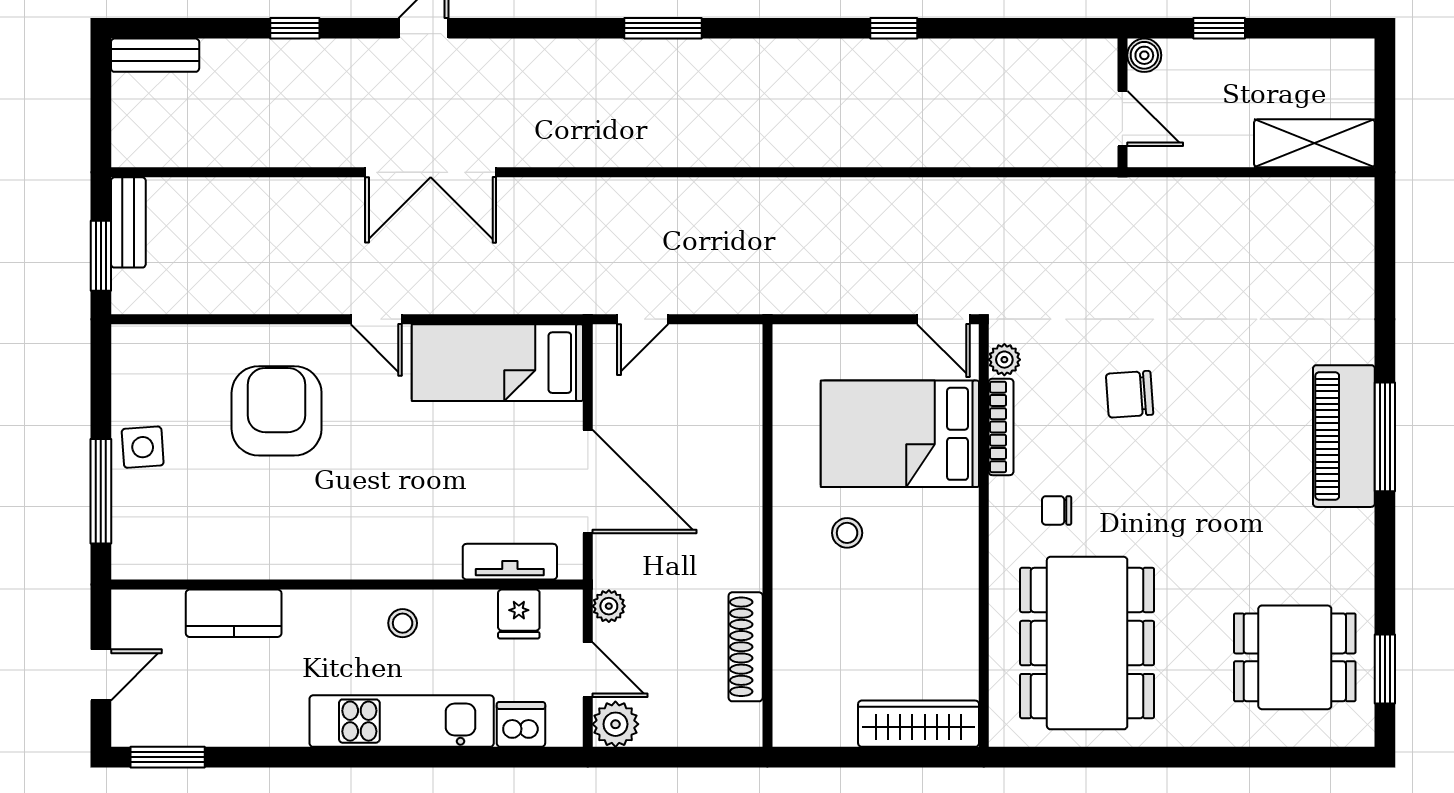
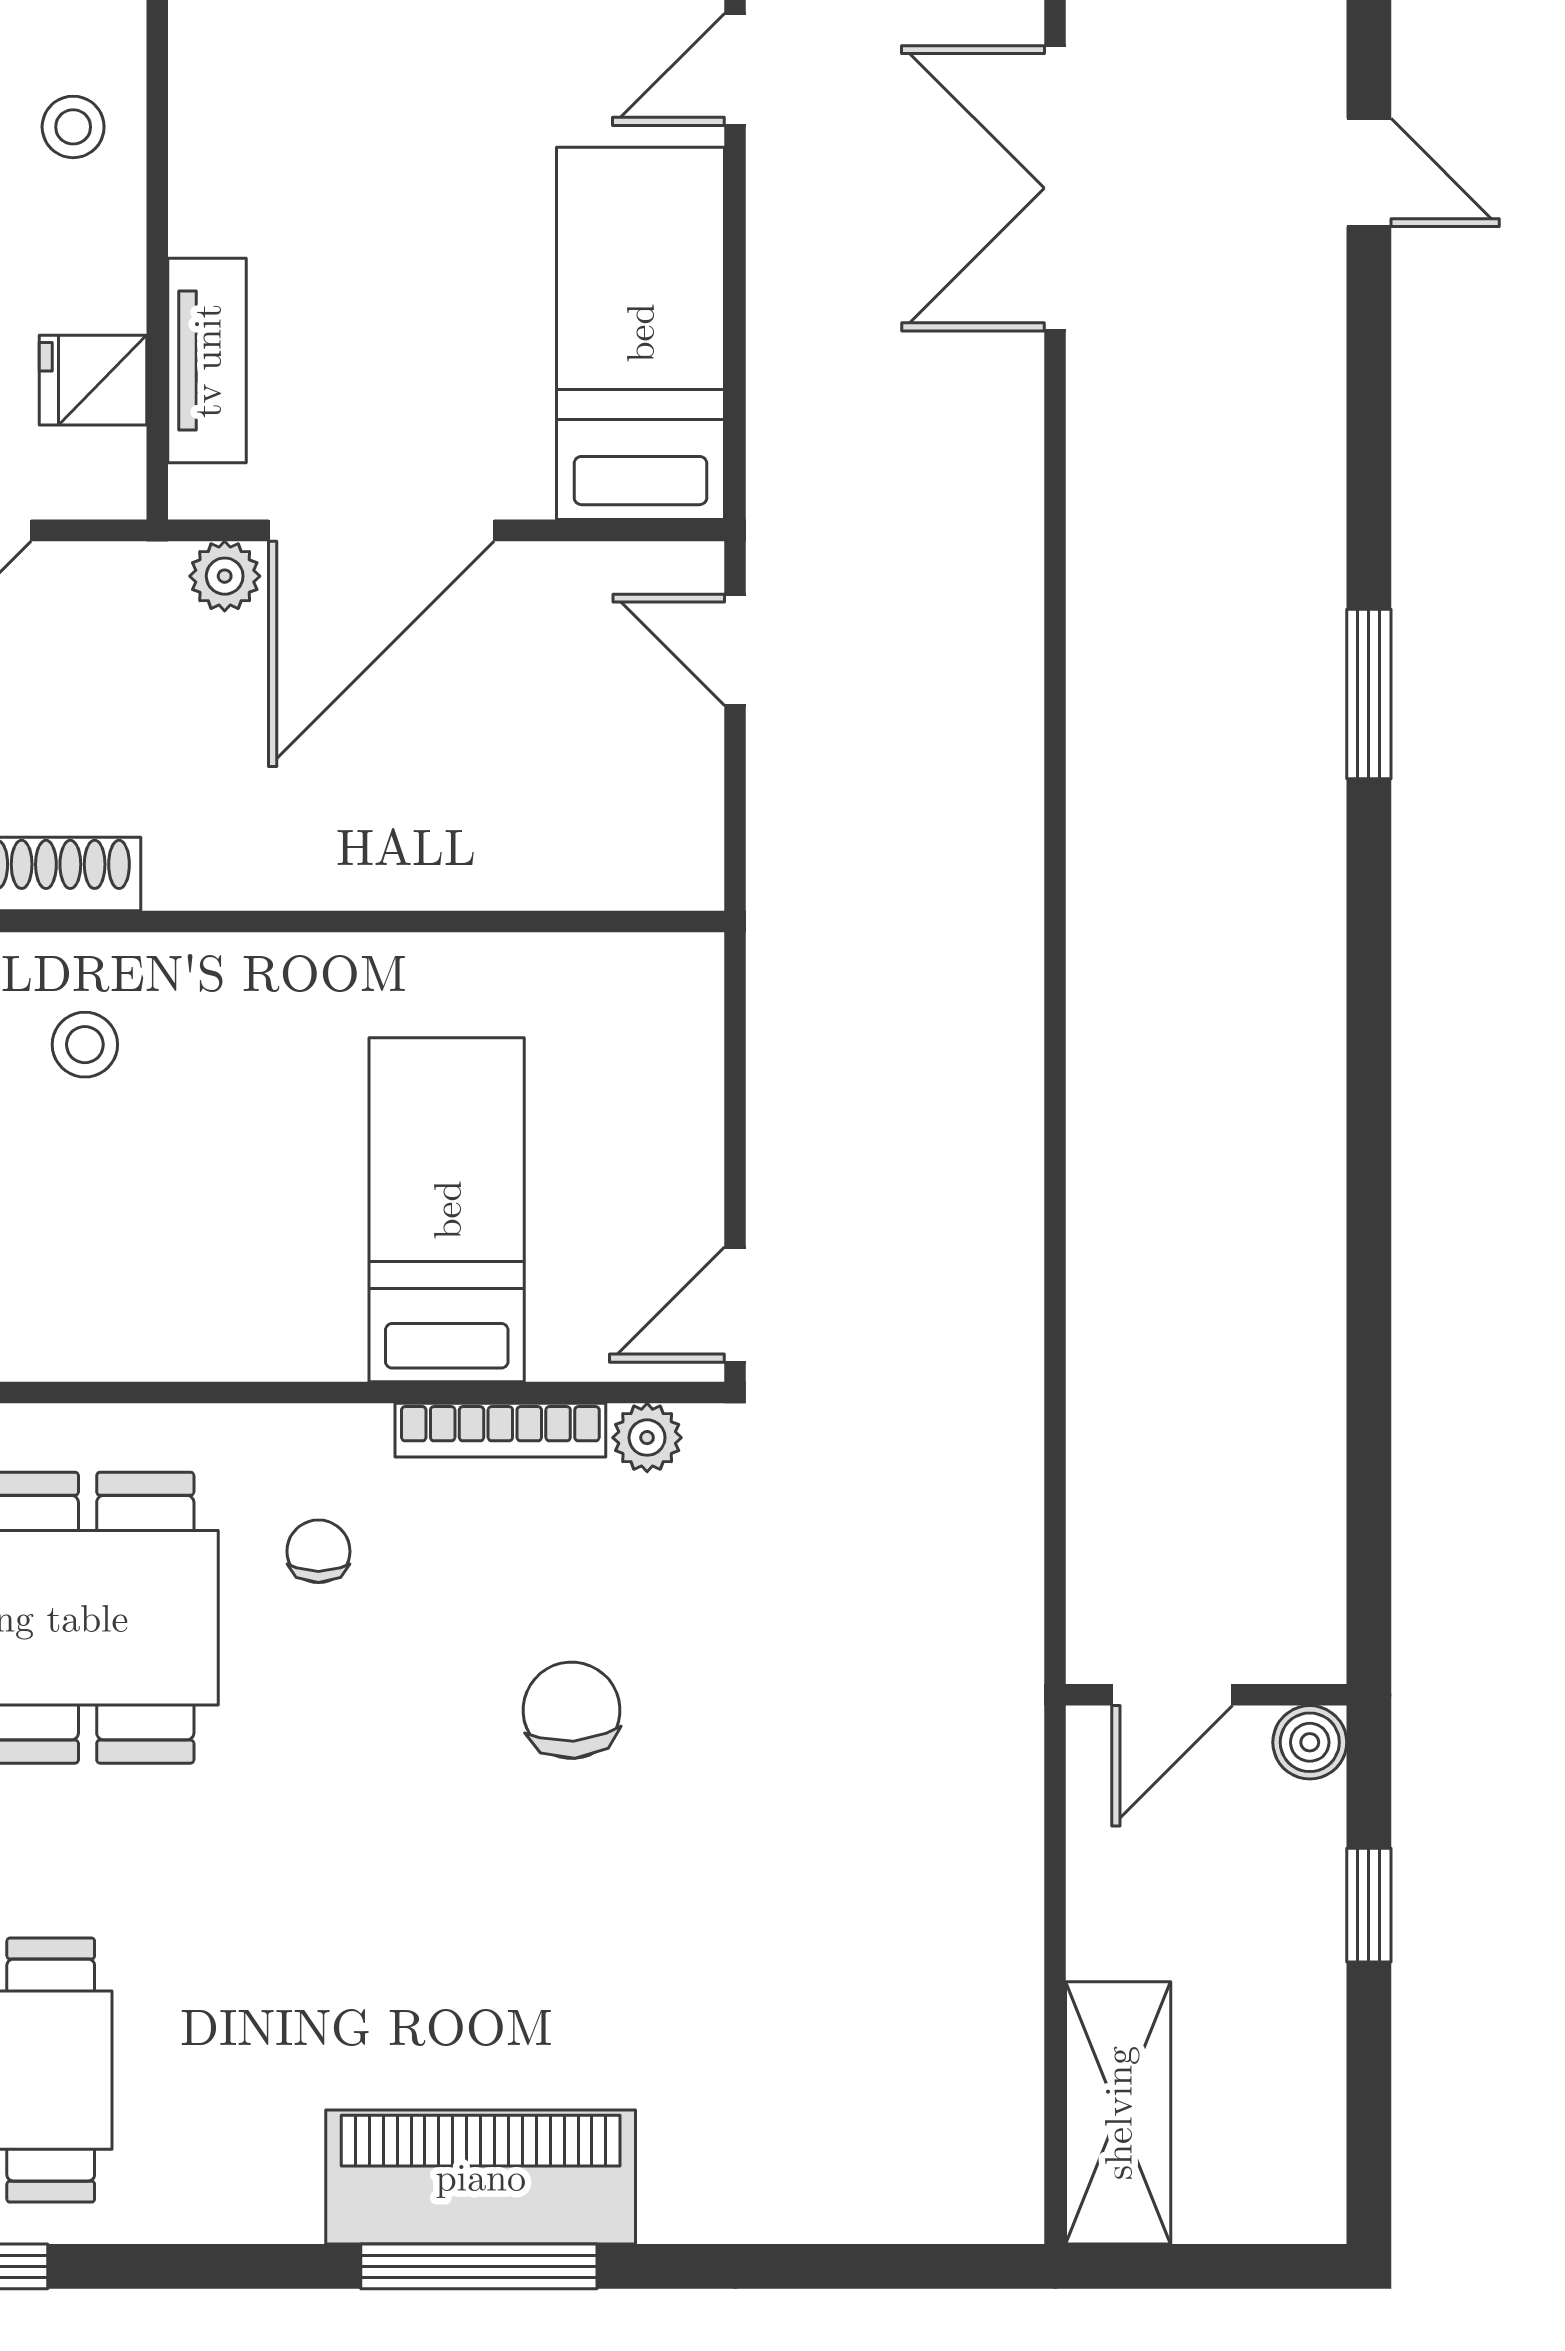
window: (894, 28) -> (1369, 1197), removed
bed: (900, 434) -> (447, 1210), width x0.67
stool: (847, 533) -> (85, 1045), moved
plant: (609, 606) -> (225, 576), moved

